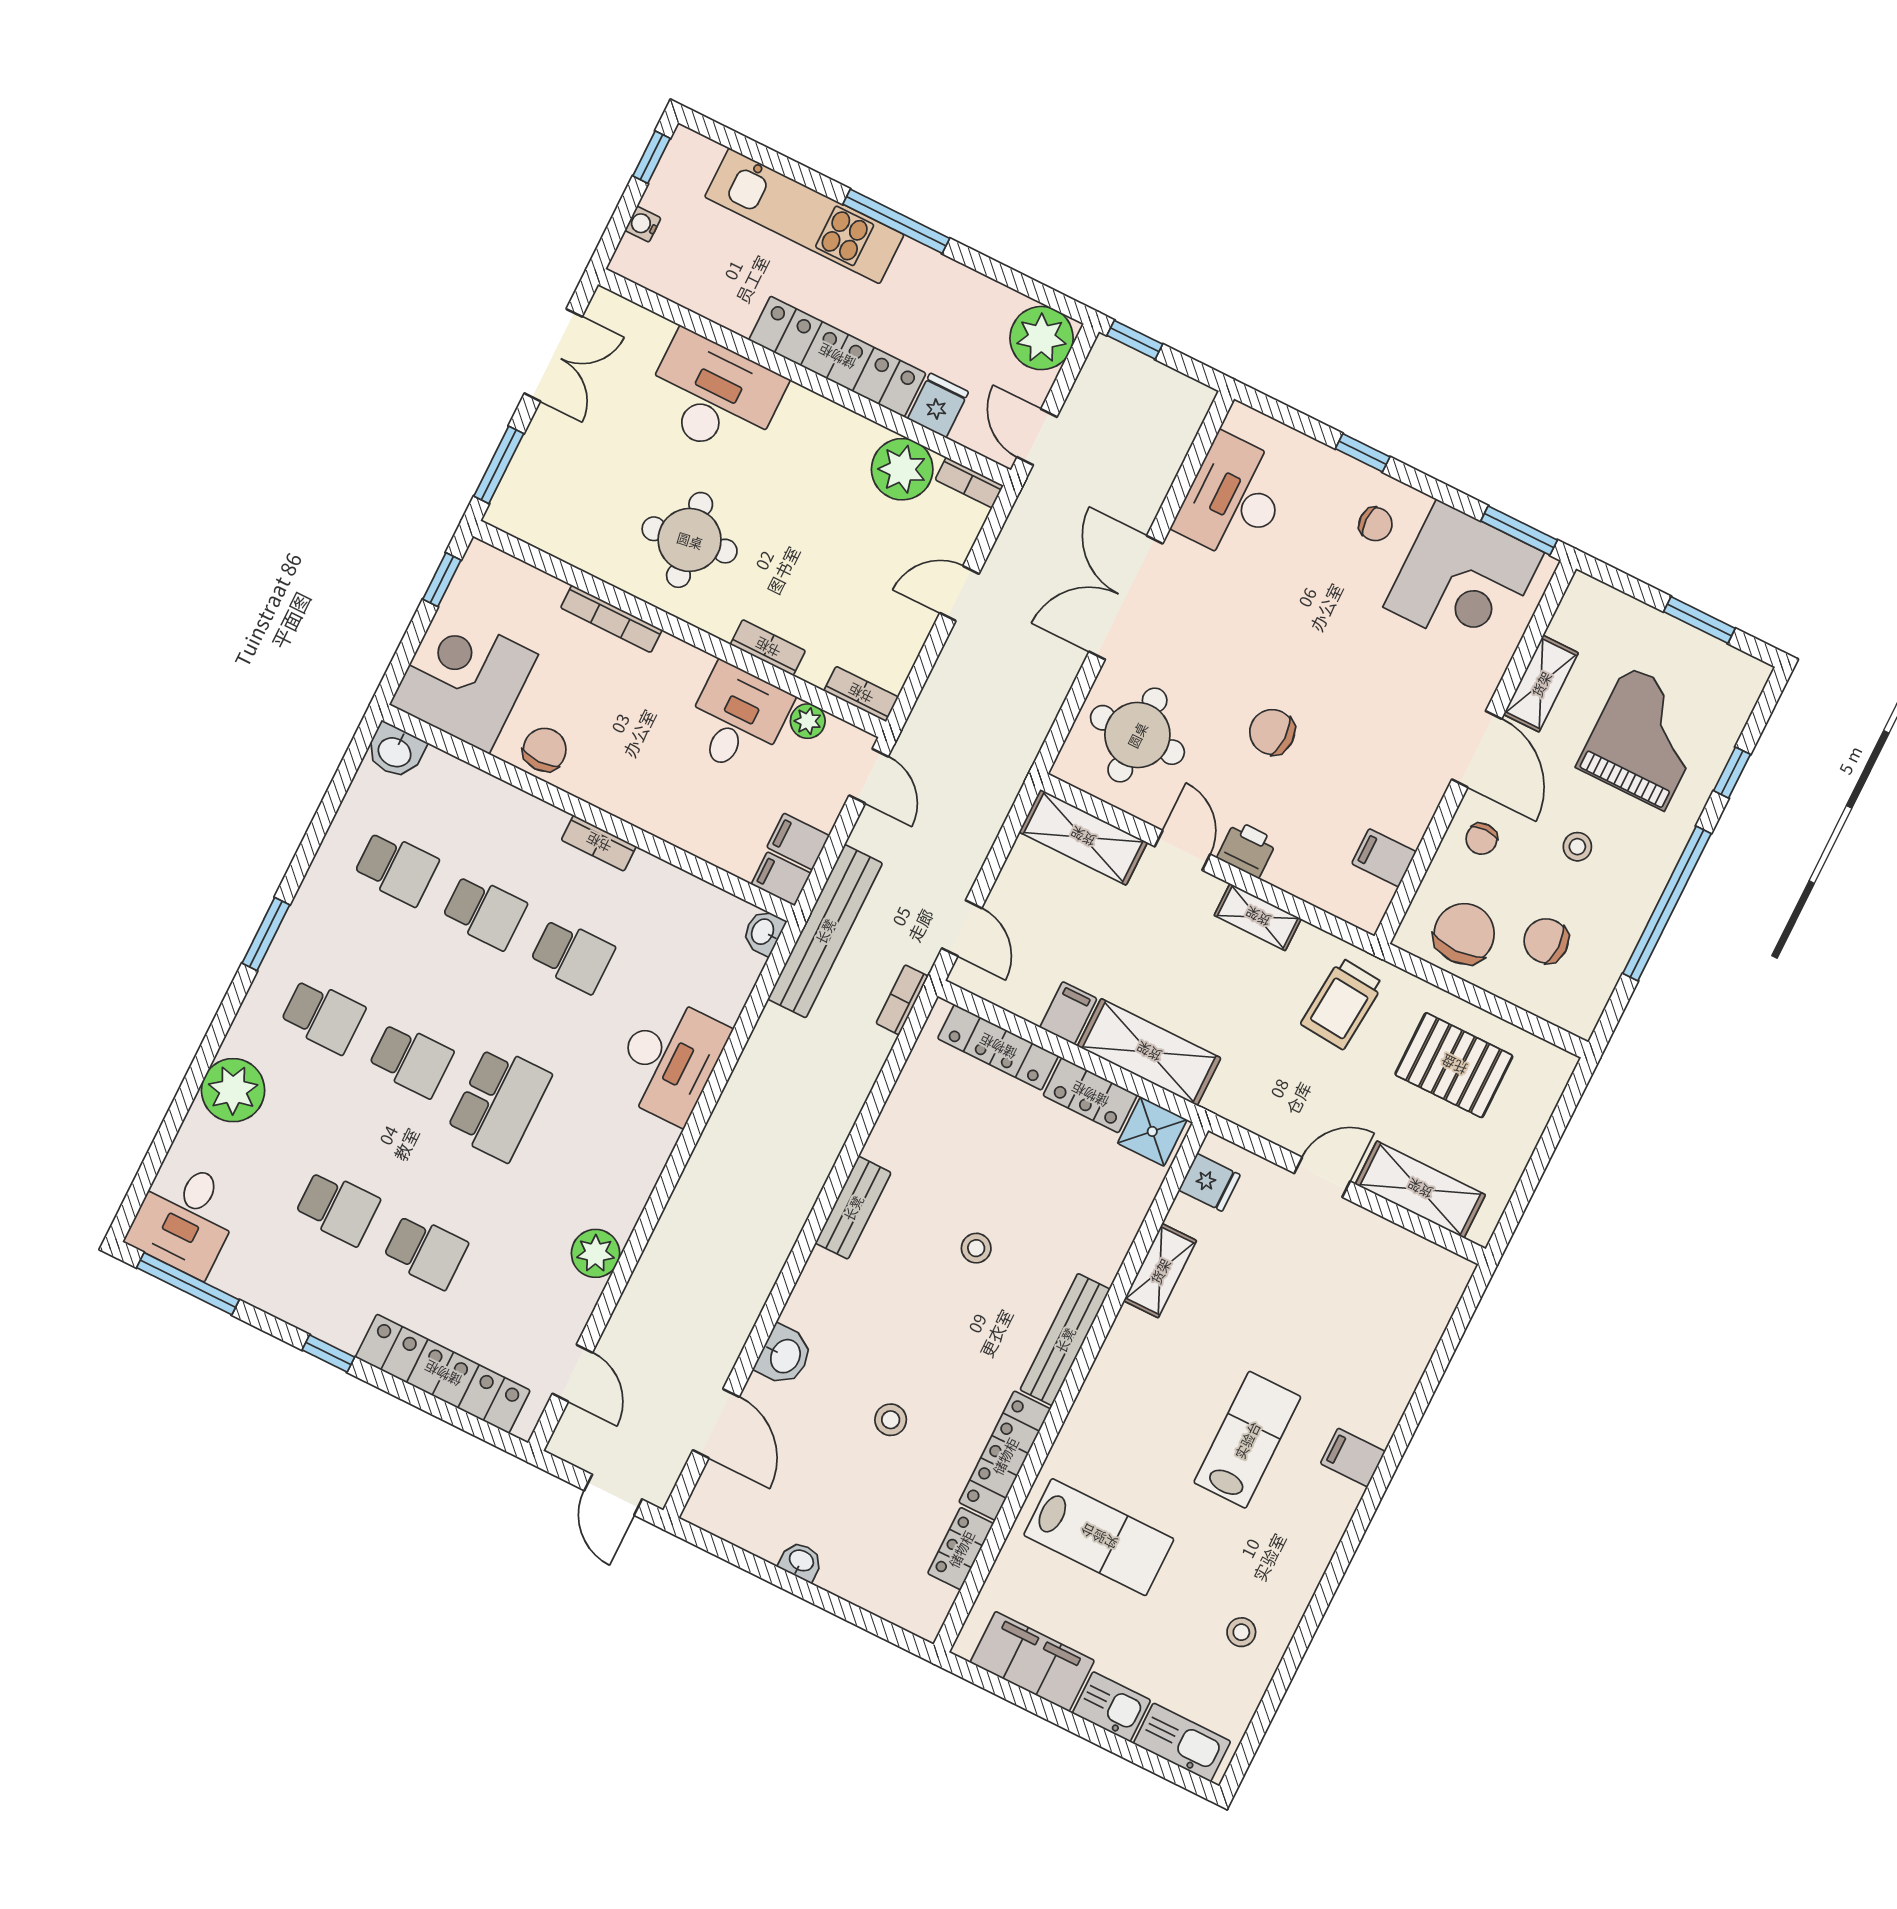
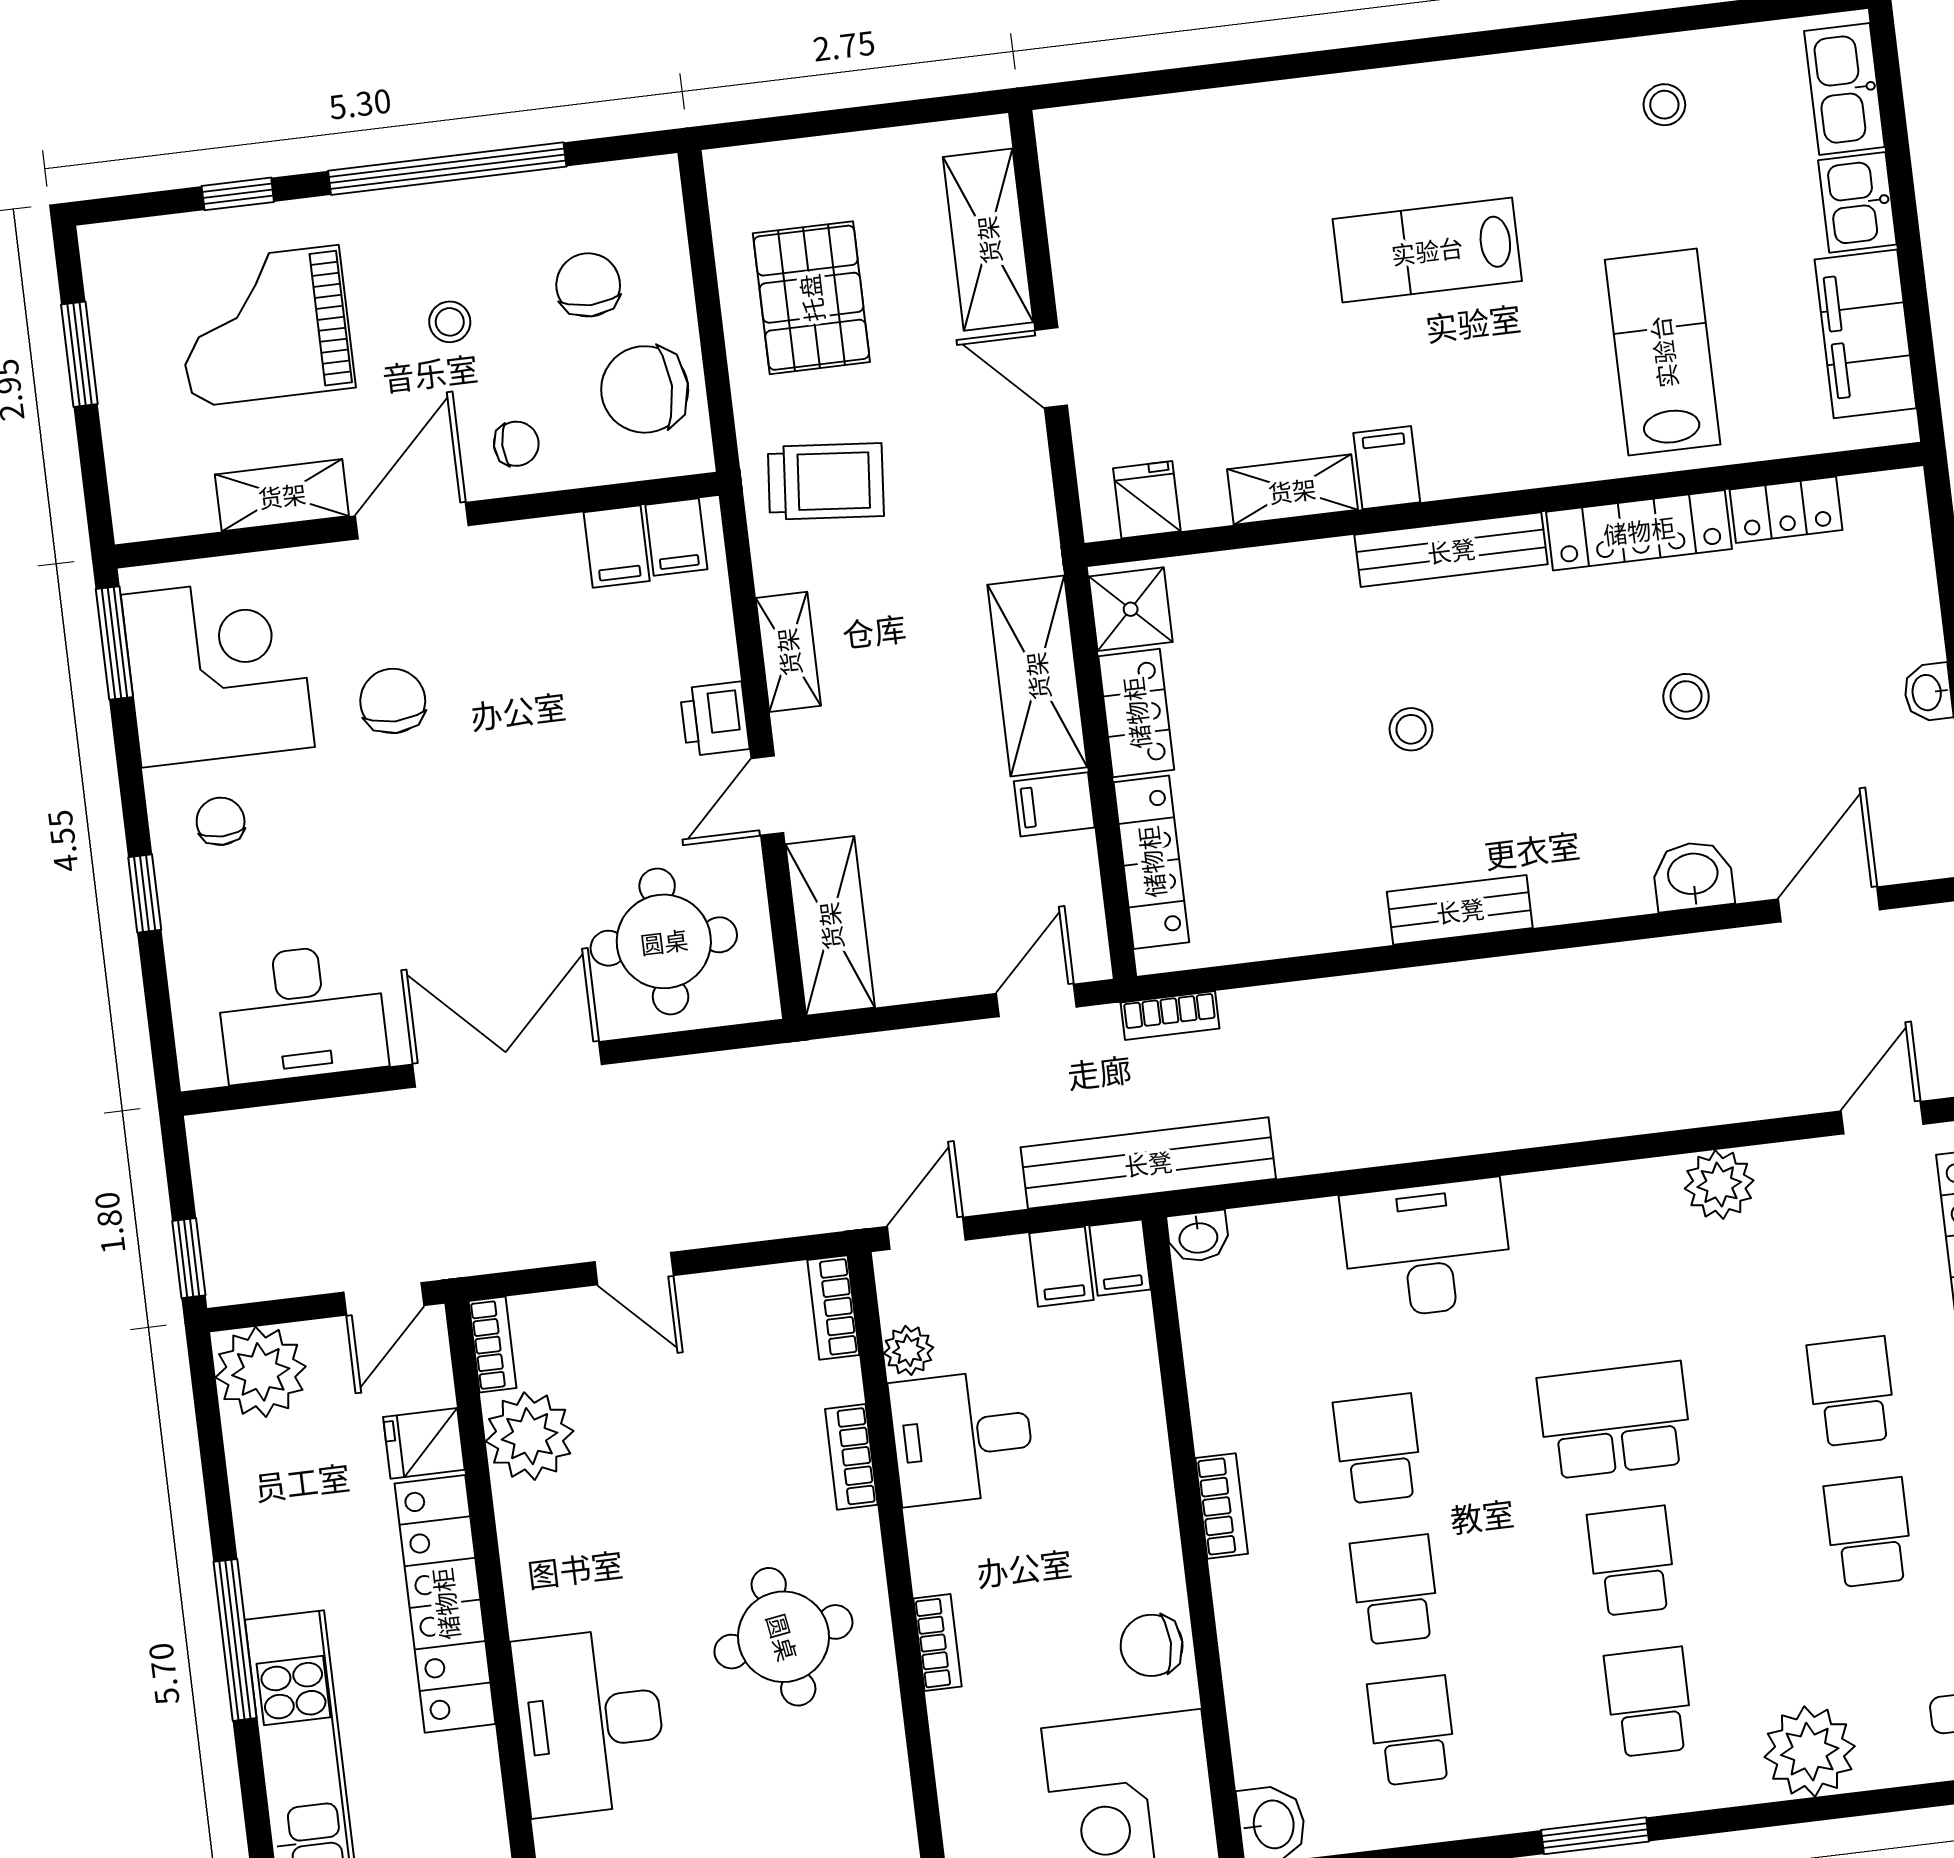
double door: (1126, 598) -> (507, 1064), swing flipped
bookcase: (611, 619) -> (937, 1642), width x0.64
chair: (1272, 732) -> (393, 701), moved, turned 180
filing cabinet: (1367, 896) -> (676, 537), added
chair: (1546, 941) -> (588, 285), turned 180
filing cabinet: (1353, 1457) -> (1387, 468), moved, turned 180

